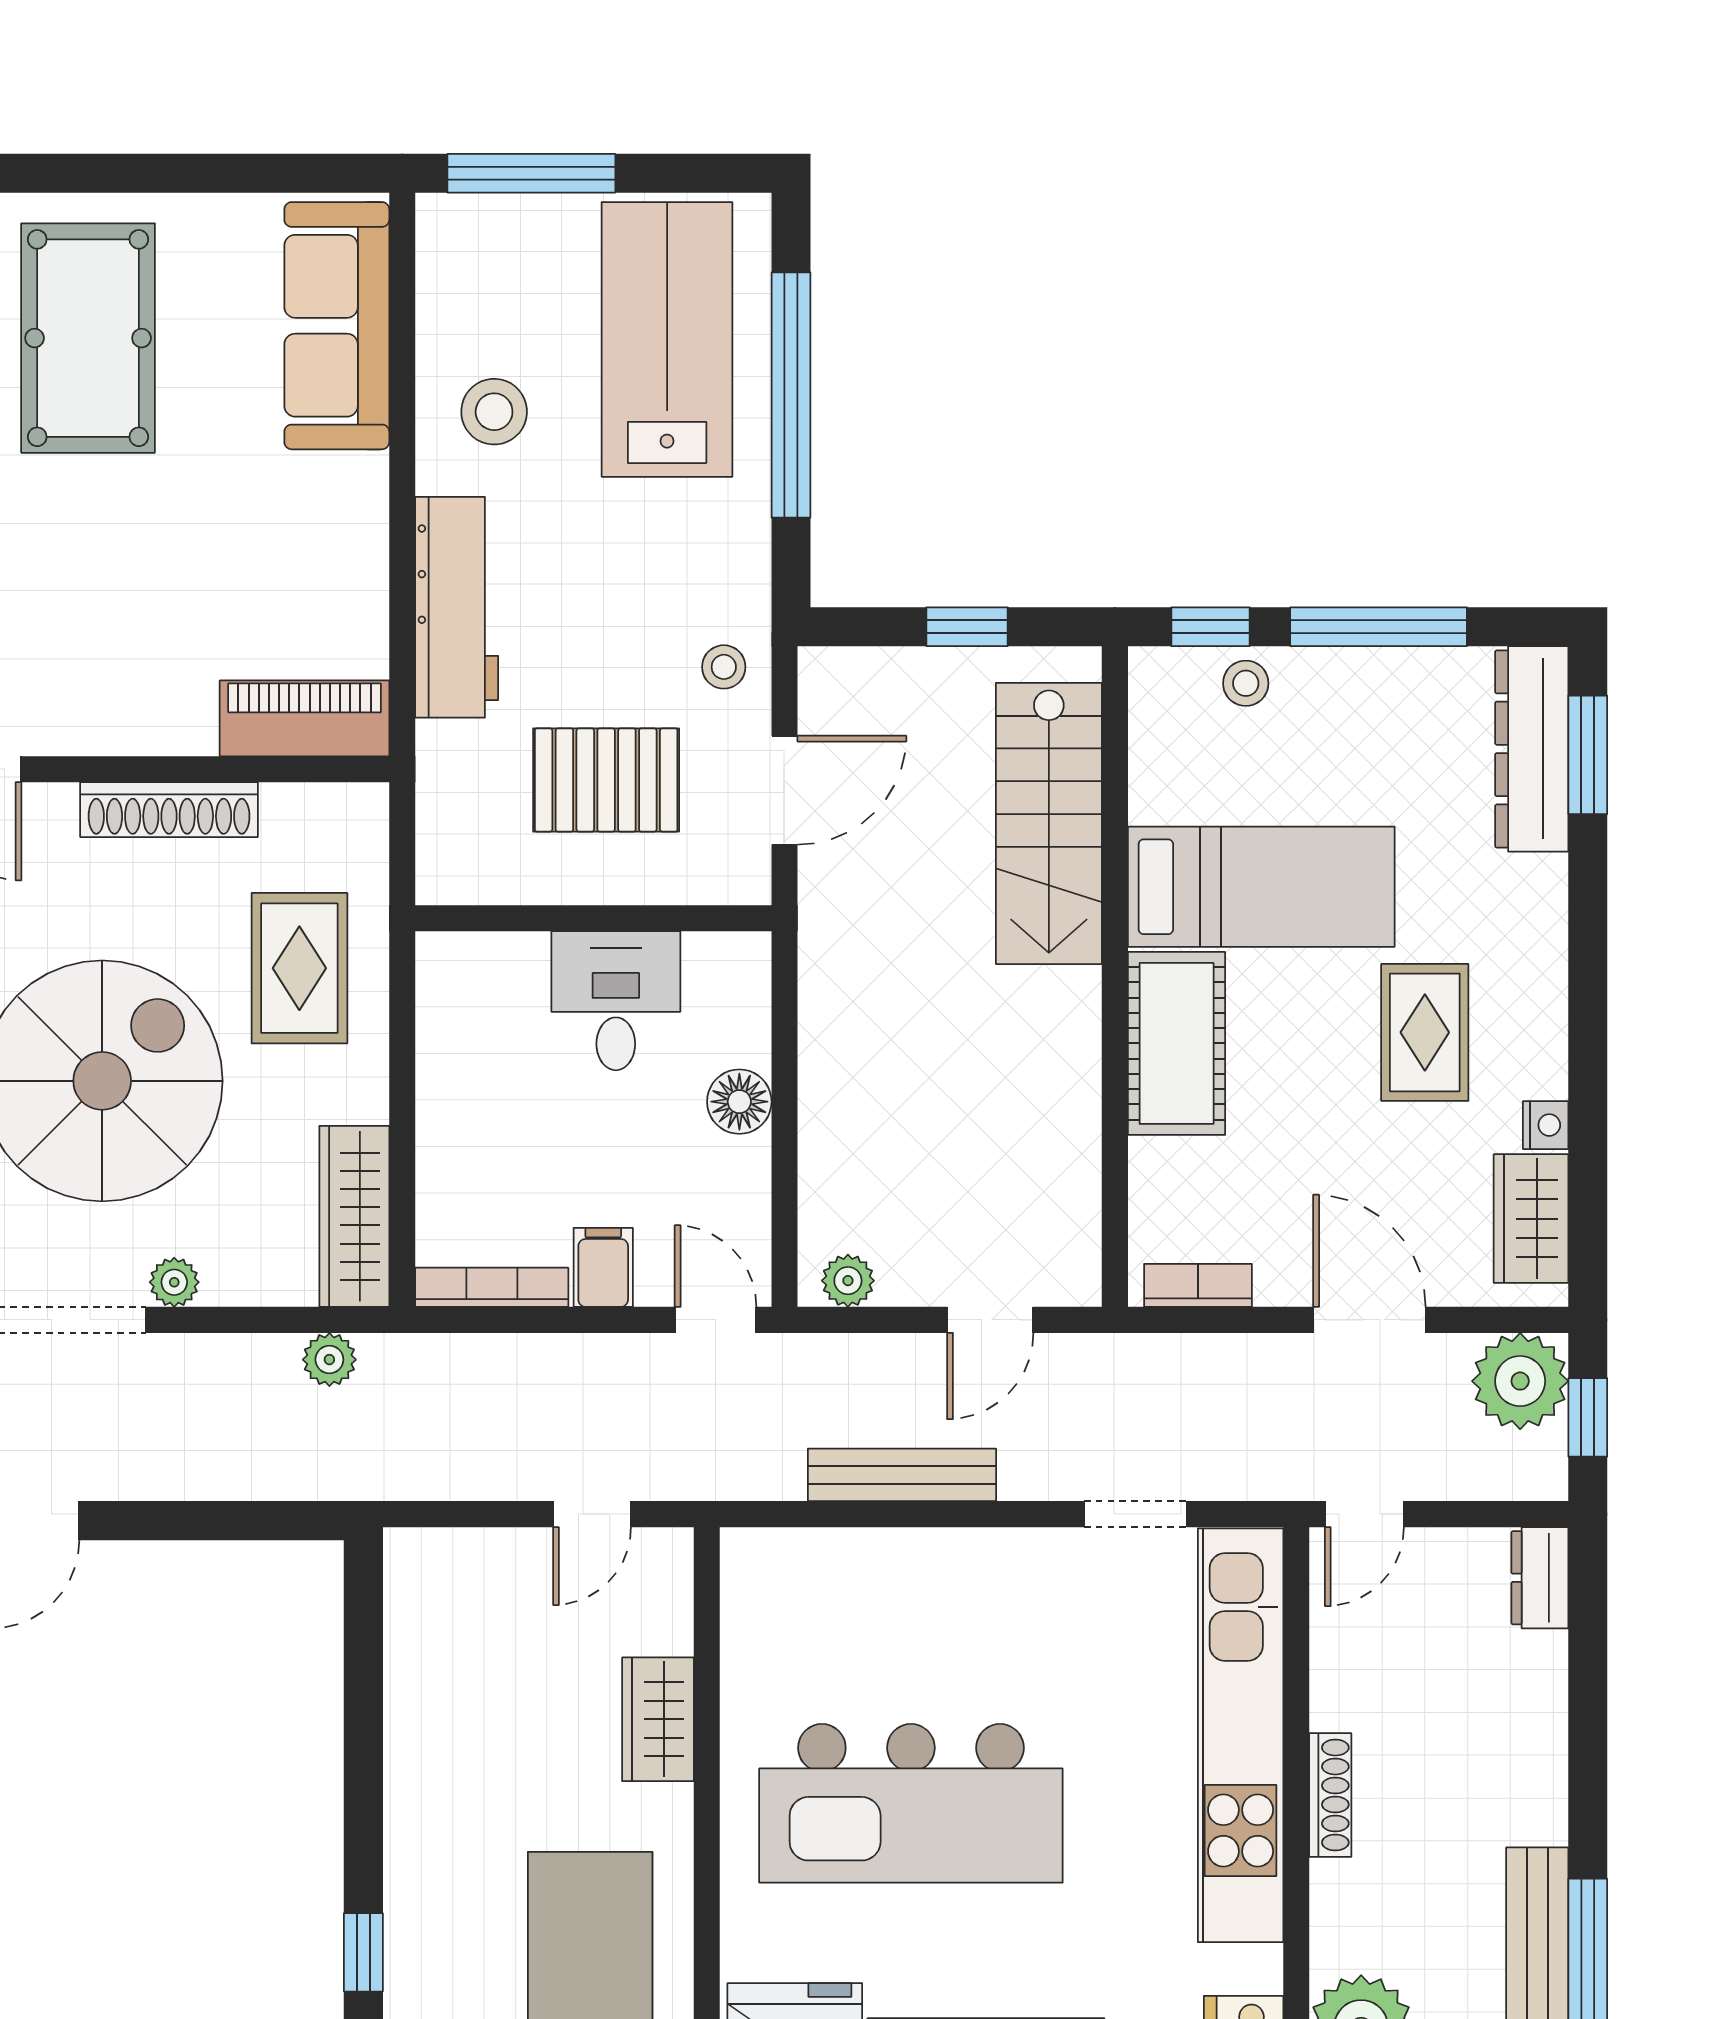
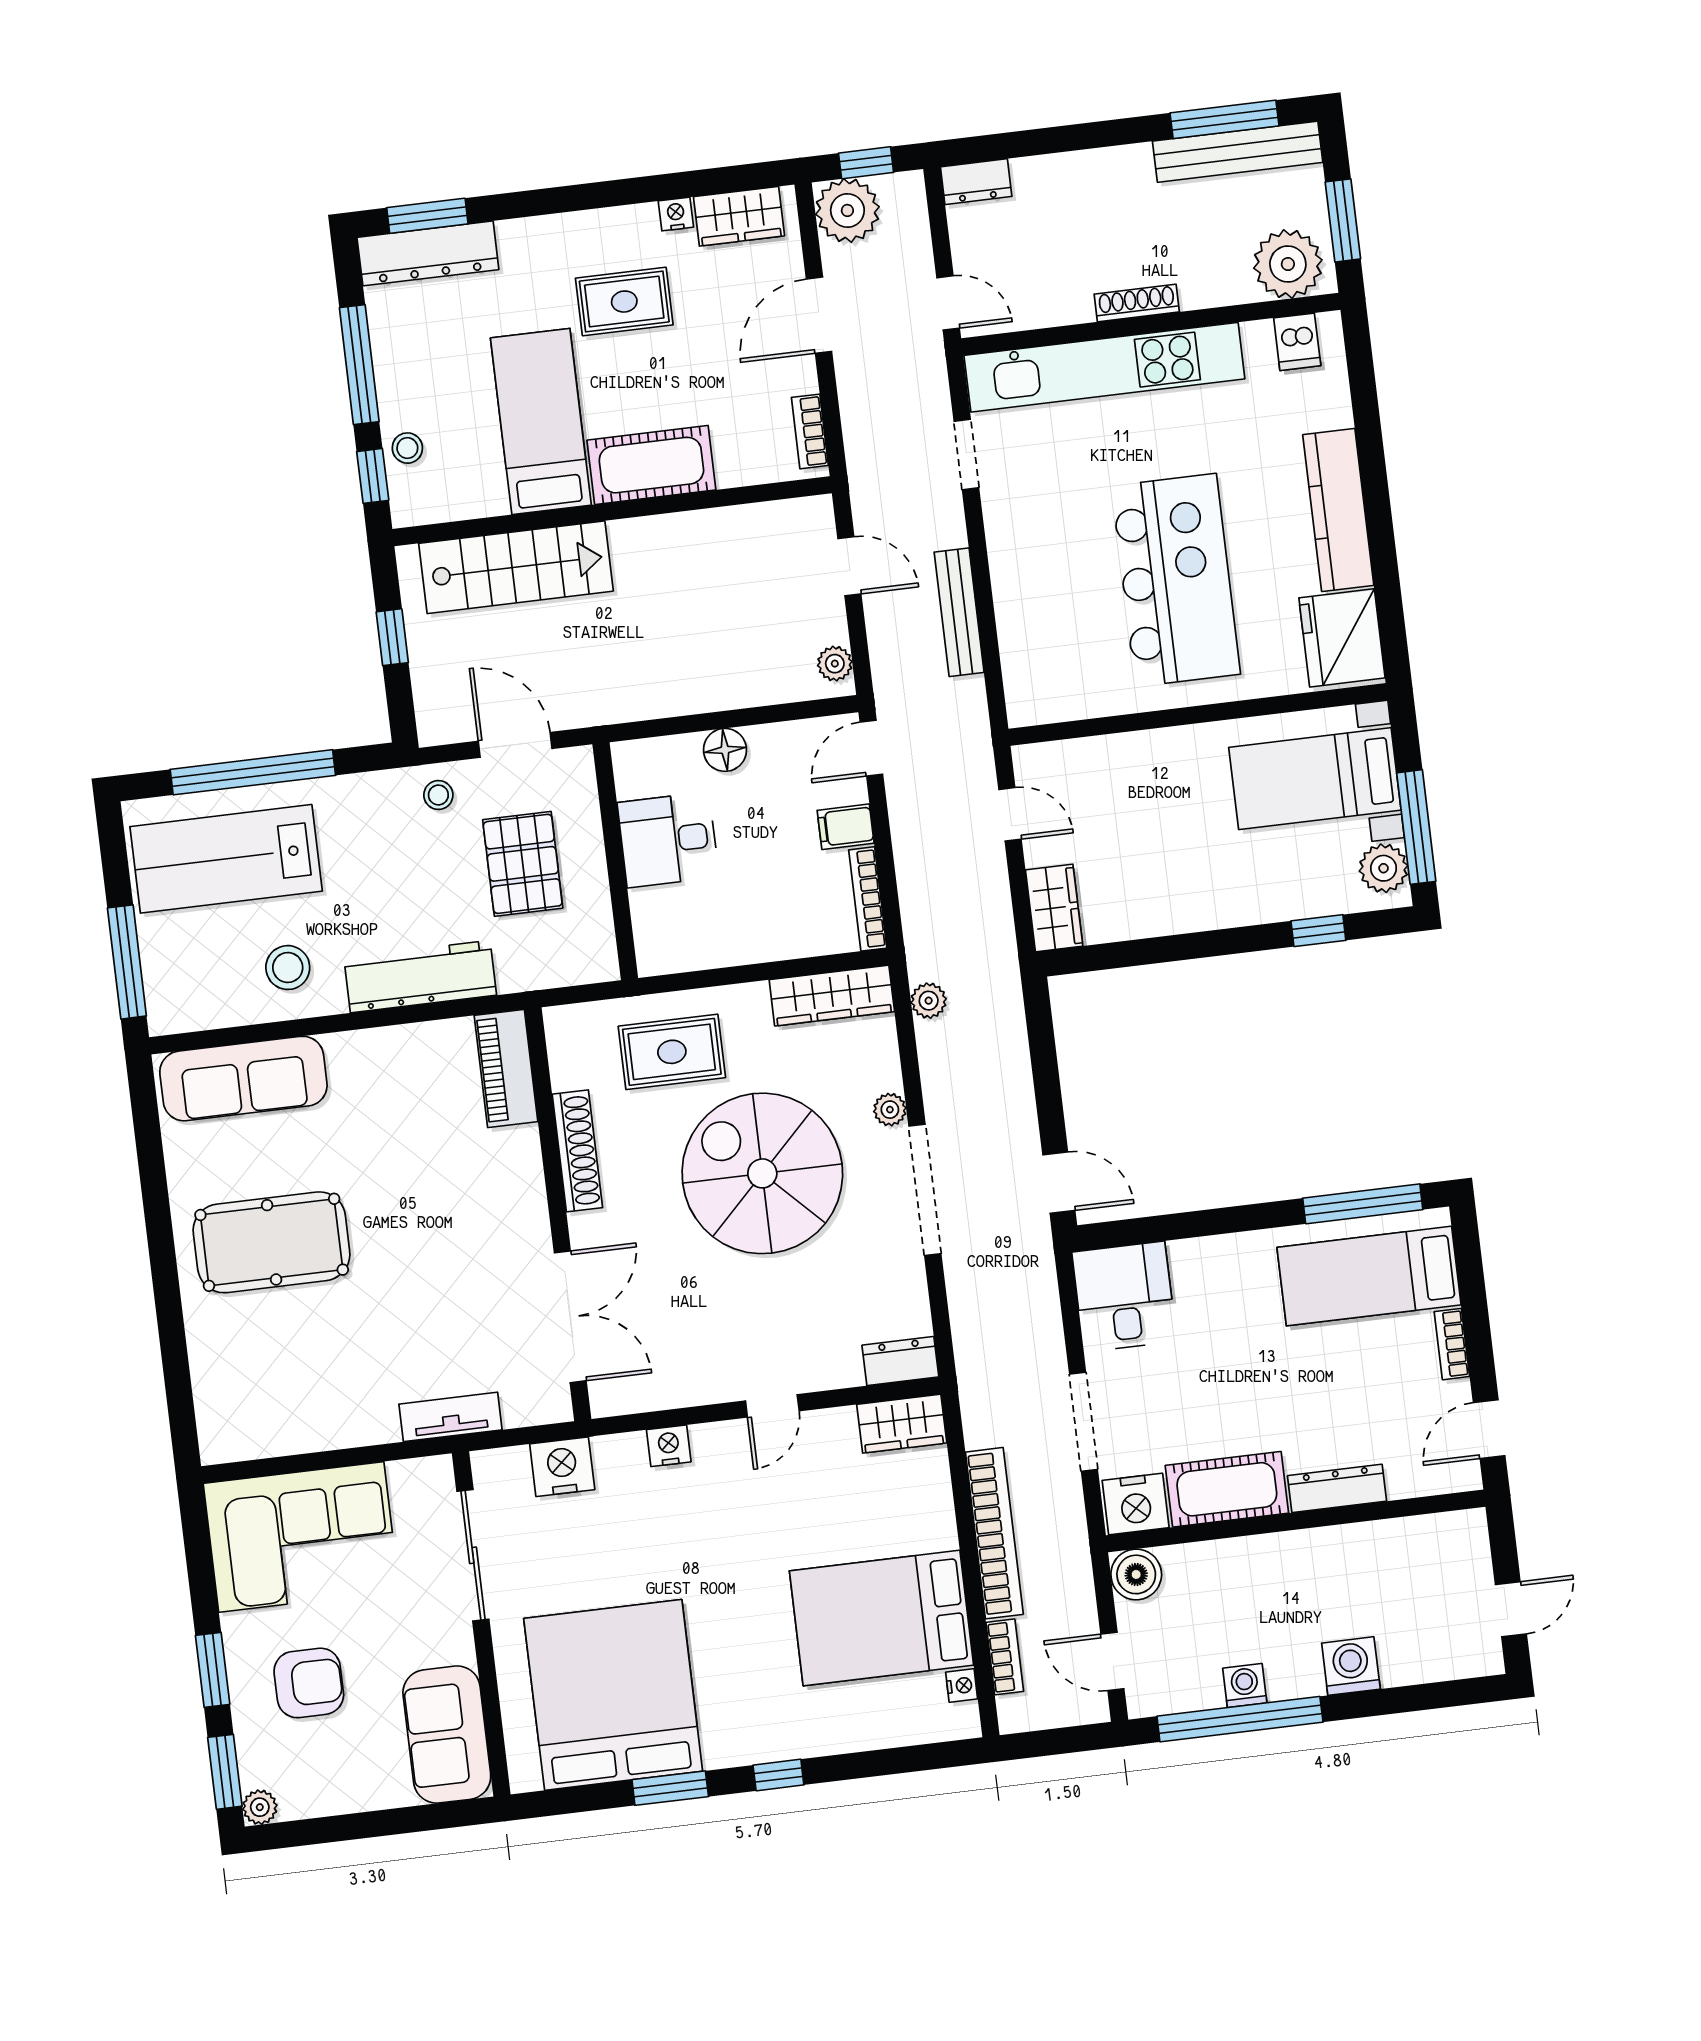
wardrobe: (658, 1719) -> (1054, 908), moved, turned -90

